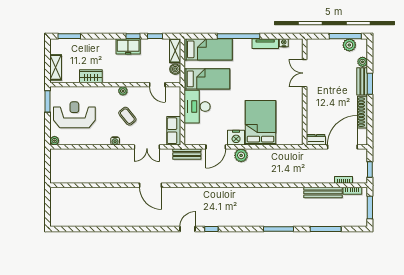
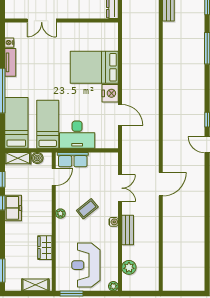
row of seats: (174, 131) -> (73, 160), moved
bench: (187, 154) -> (128, 230), moved
plant: (241, 155) -> (129, 267), moved

